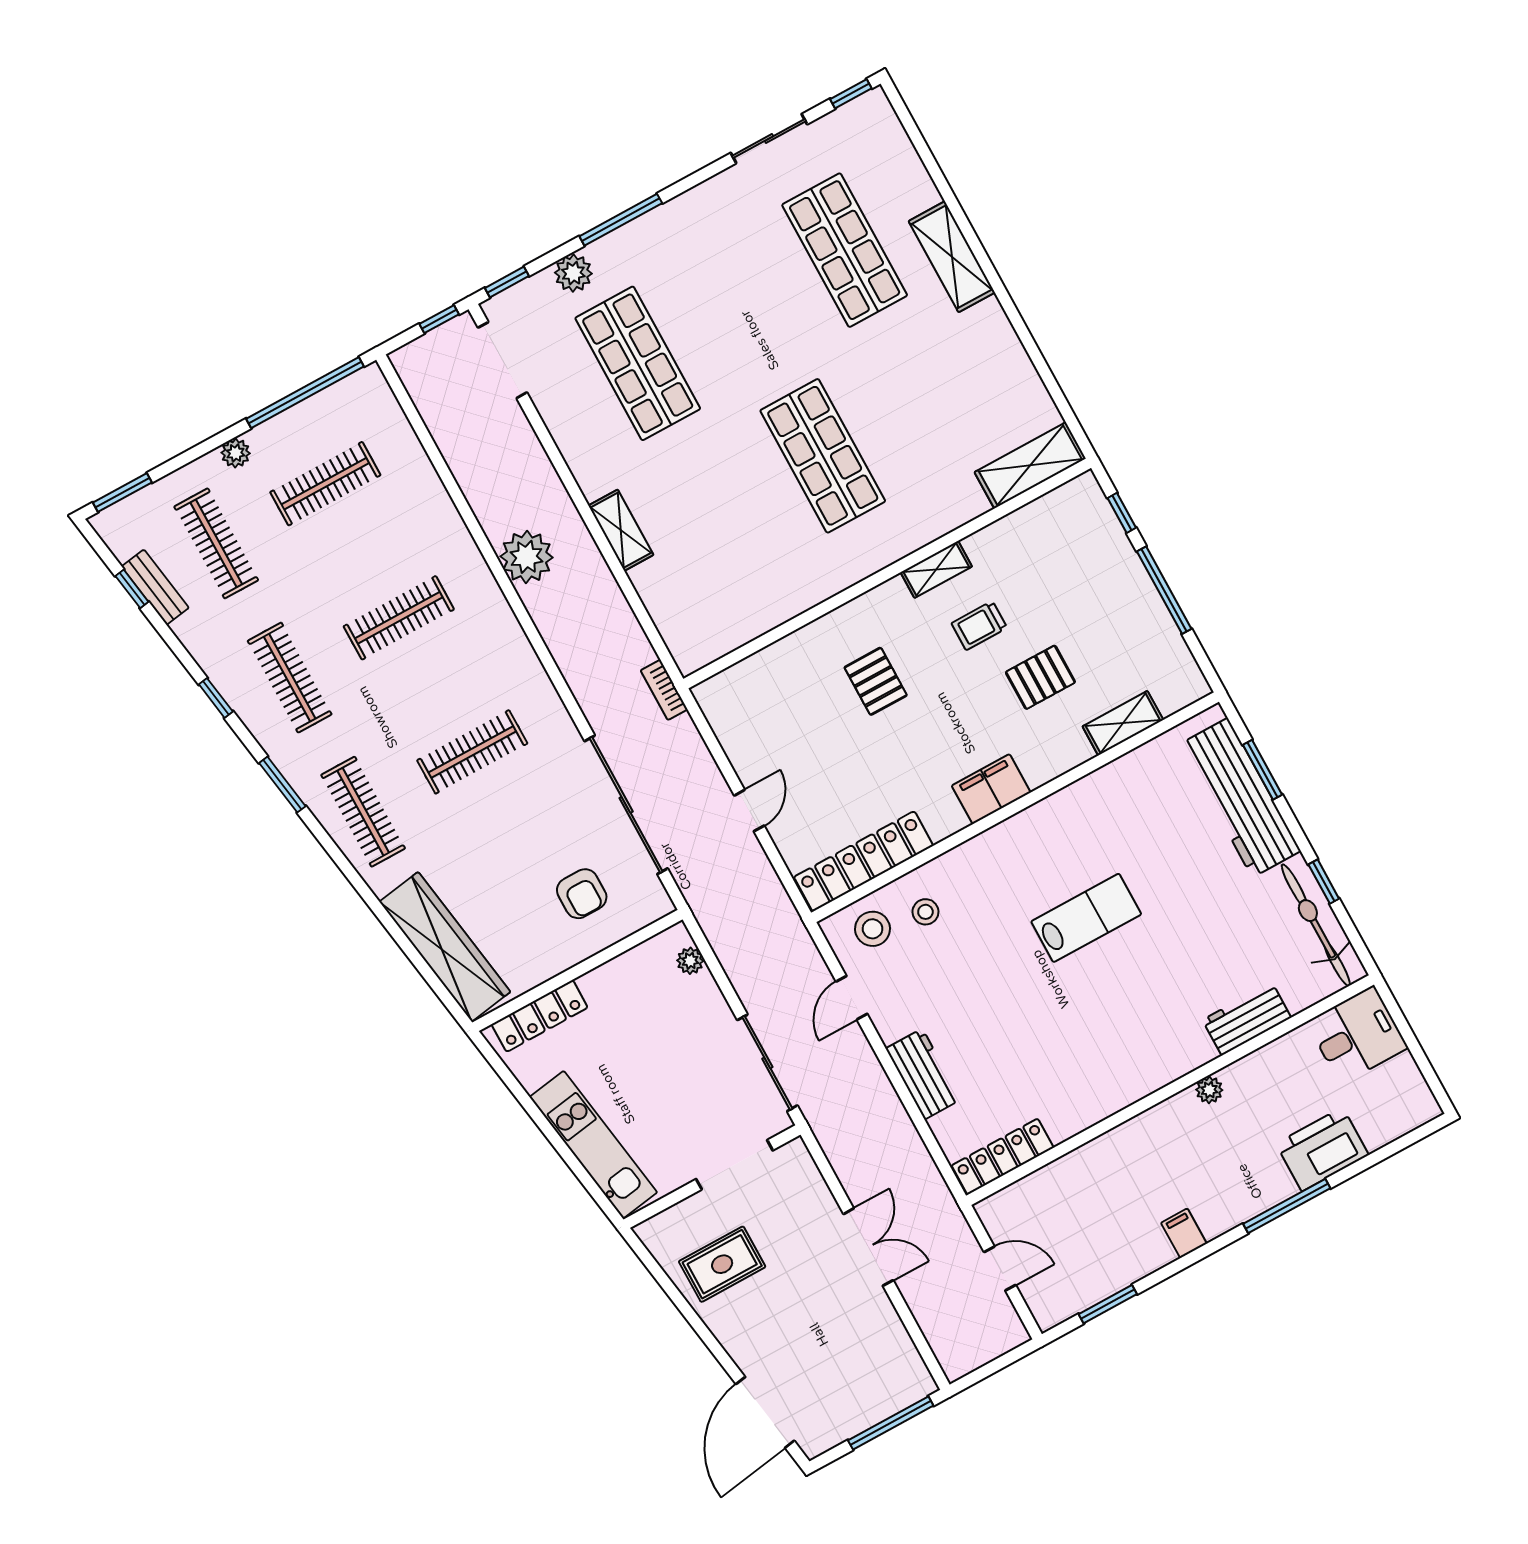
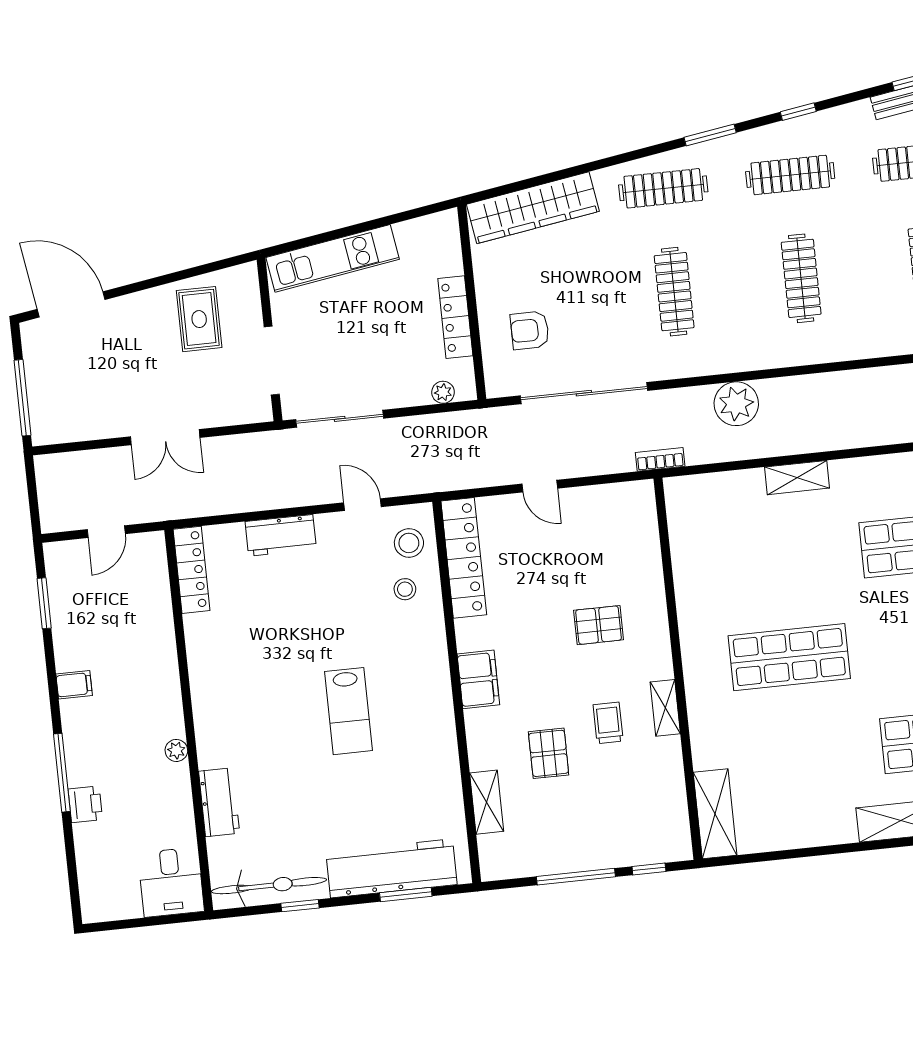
plant: (527, 557) -> (736, 404), moved
locker: (540, 1016) -> (455, 317), moved
printer: (1322, 1149) -> (85, 804), width x0.53, depth x0.68

